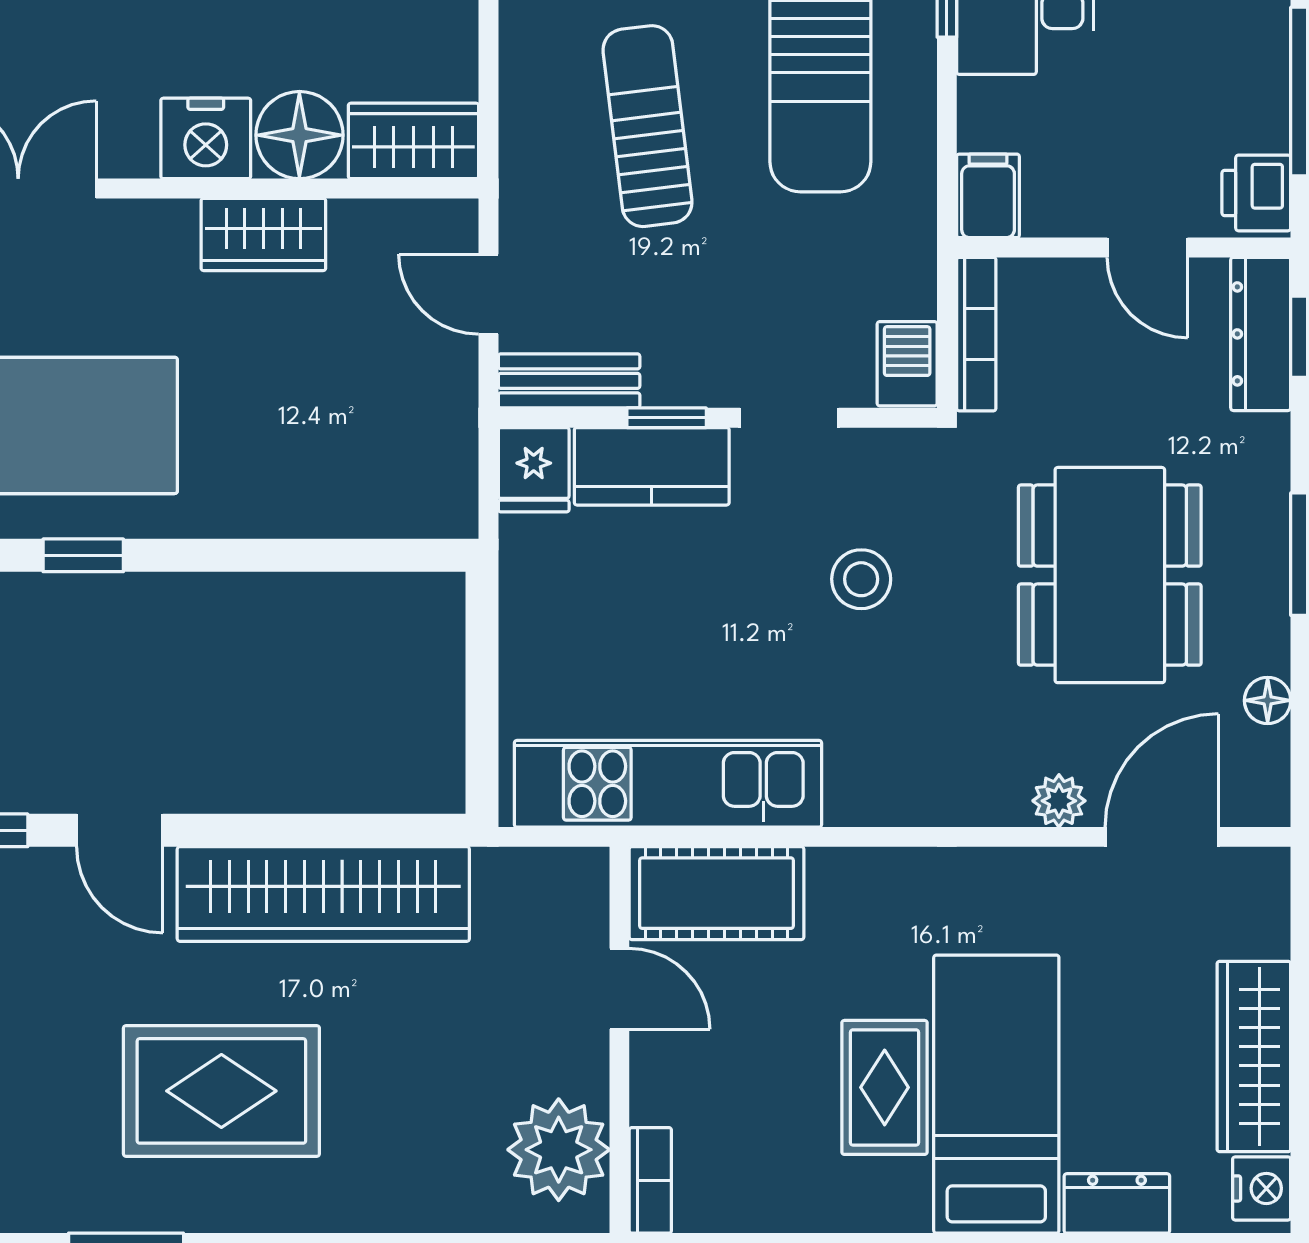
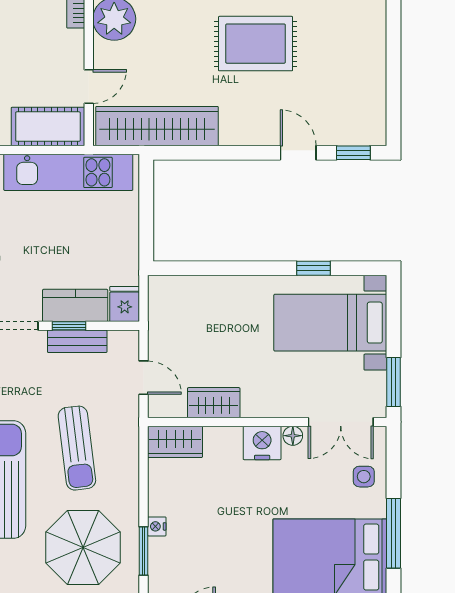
floor lamp: (299, 135) -> (293, 436), moved, width x0.53, depth x0.53
wardrobe: (263, 234) -> (214, 403), moved
bench: (569, 381) -> (77, 341), moved
wardrobe: (323, 894) -> (157, 126), moved
door: (619, 989) -> (89, 86), swing flipped

